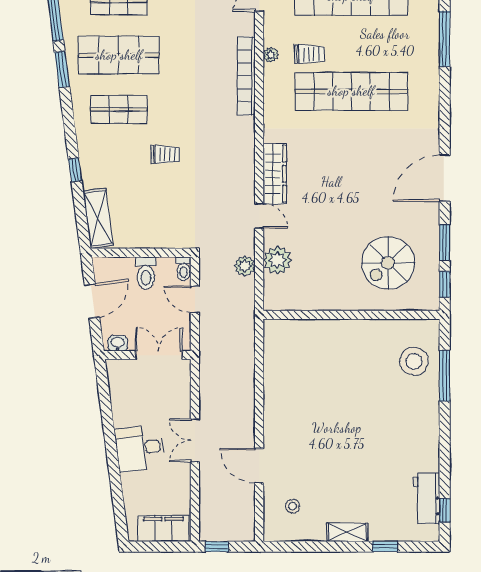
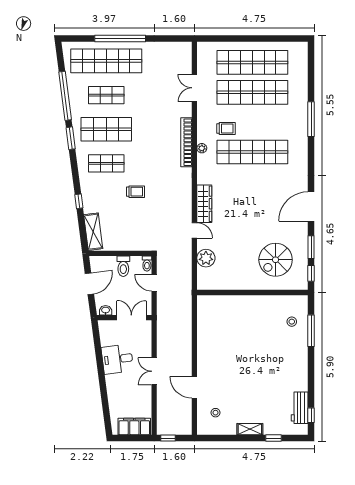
plant: (271, 55) -> (202, 148), moved
plant: (245, 266) -> (185, 262), removed
stool: (414, 361) -> (292, 322), width x0.53, depth x0.53
desk: (140, 448) -> (117, 359), moved

